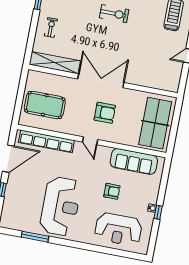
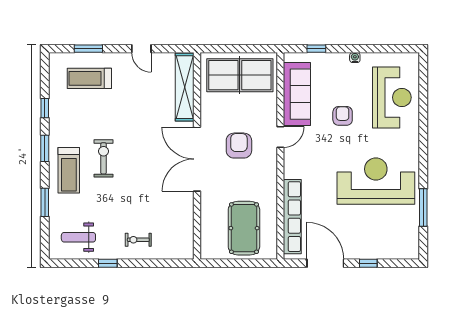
shelving: (55, 63) -> (185, 87), moved
door: (90, 141) -> (280, 137), moved
window: (158, 212) -> (316, 49), moved

